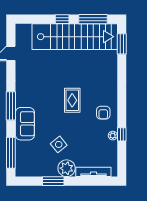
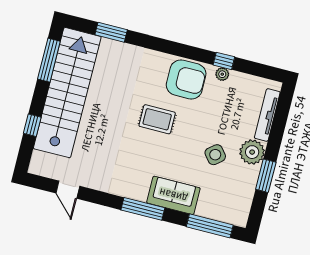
window: (62, 19) -> (32, 125), moved
window: (122, 44) -> (111, 32), moved
armchair: (103, 113) -> (186, 79), width x1.88, depth x1.88

